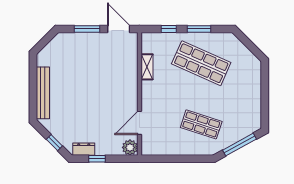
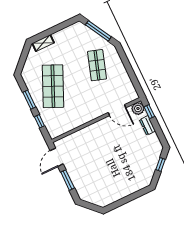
shelving: (147, 67) -> (43, 43), moved
bench: (43, 93) -> (129, 190), removed
dresser: (84, 149) -> (147, 125), moved
window: (97, 159) -> (149, 112), moved

